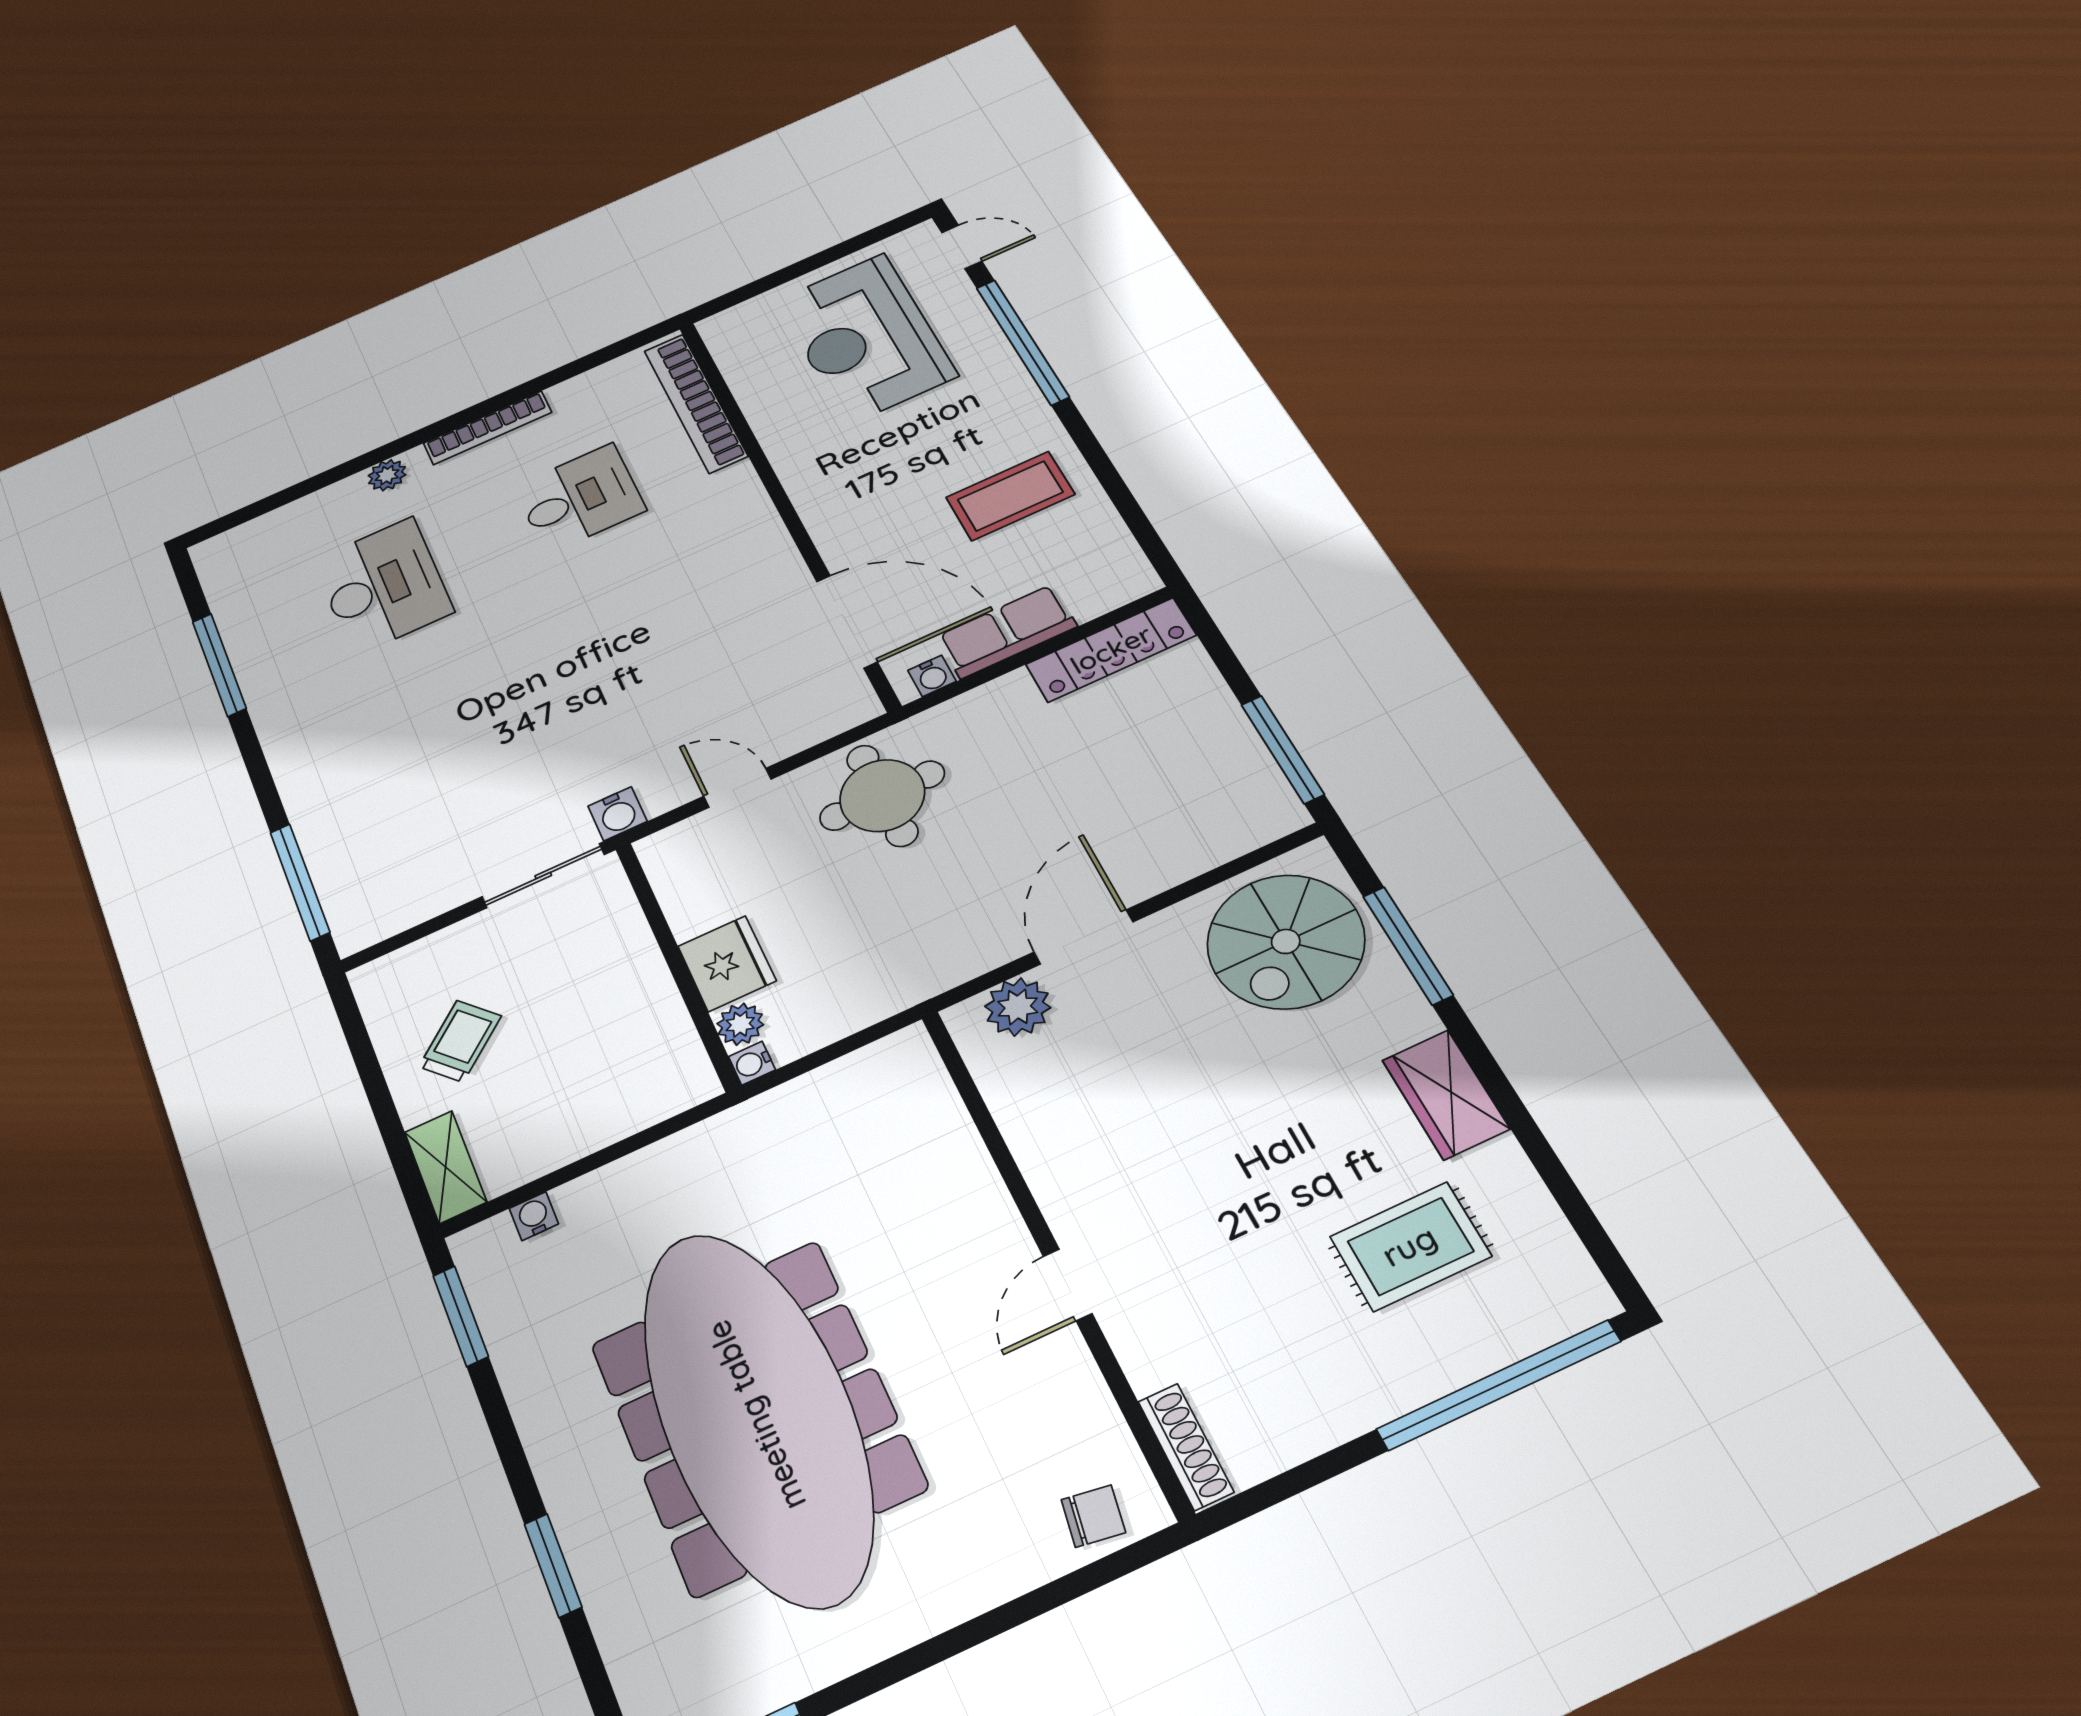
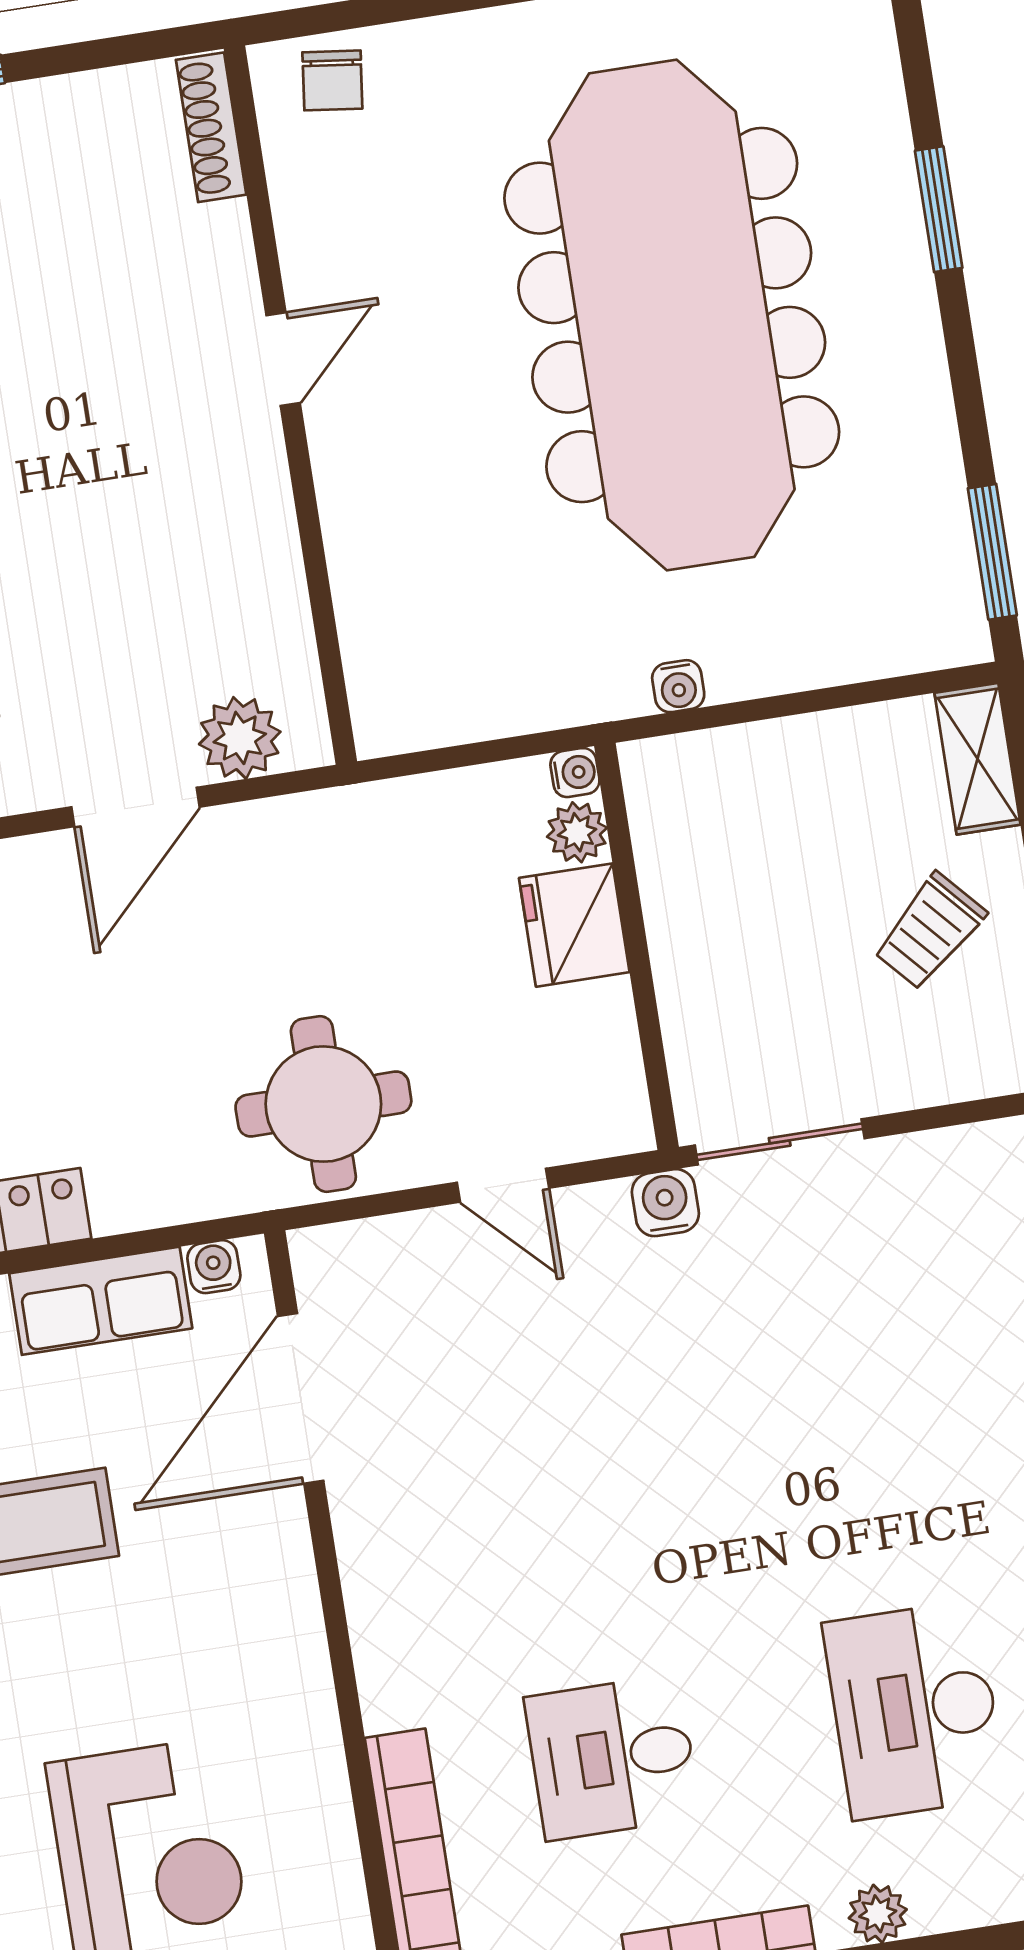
door: (847, 621) -> (301, 1398), hinge flipped
water cooler: (534, 1216) -> (678, 686), moved
chair: (1093, 1516) -> (332, 80), turned -92

